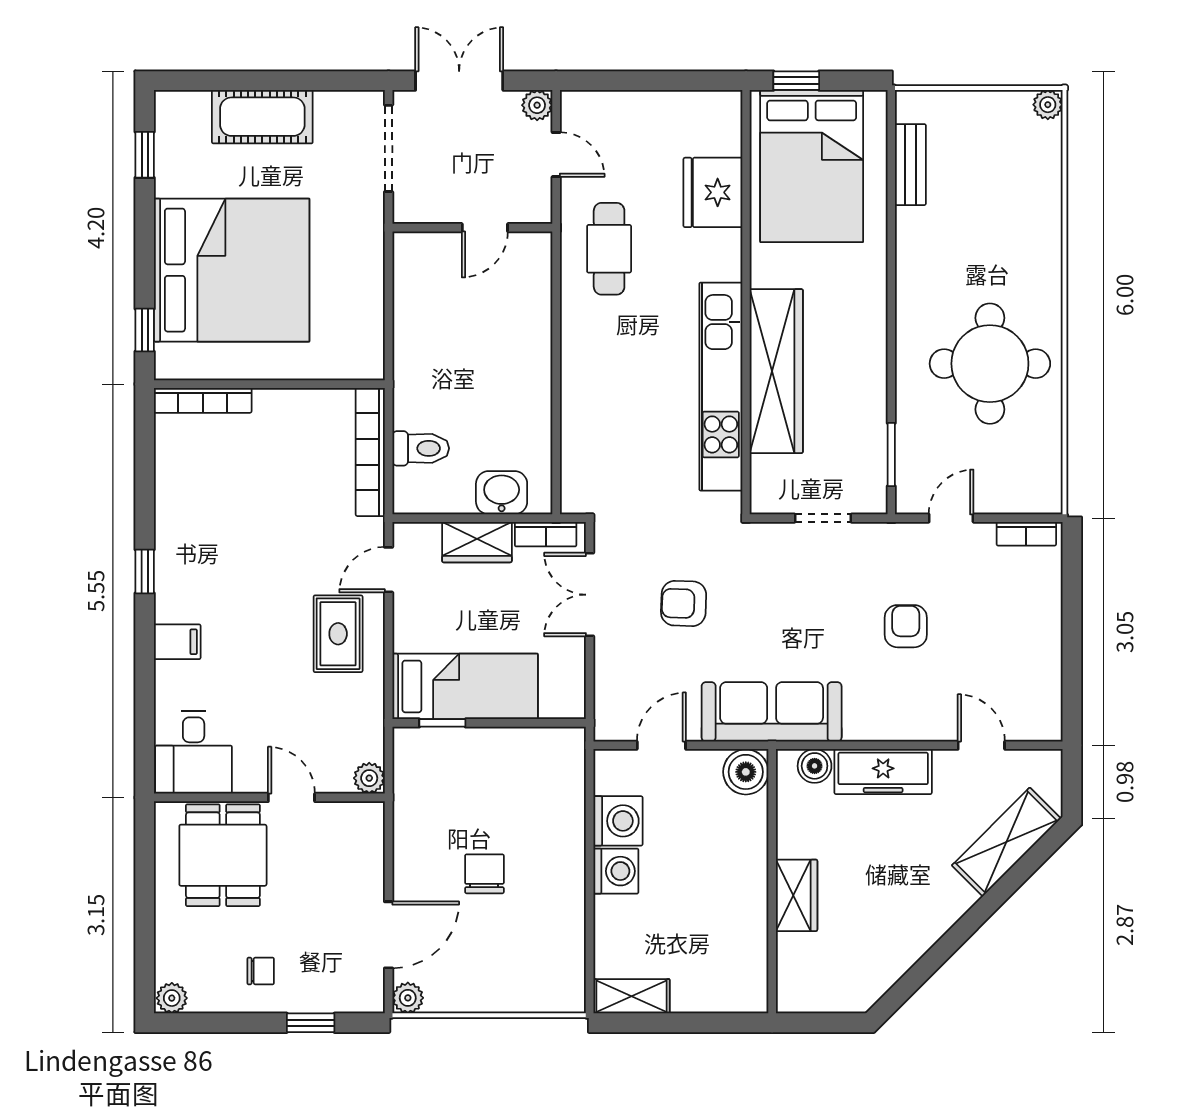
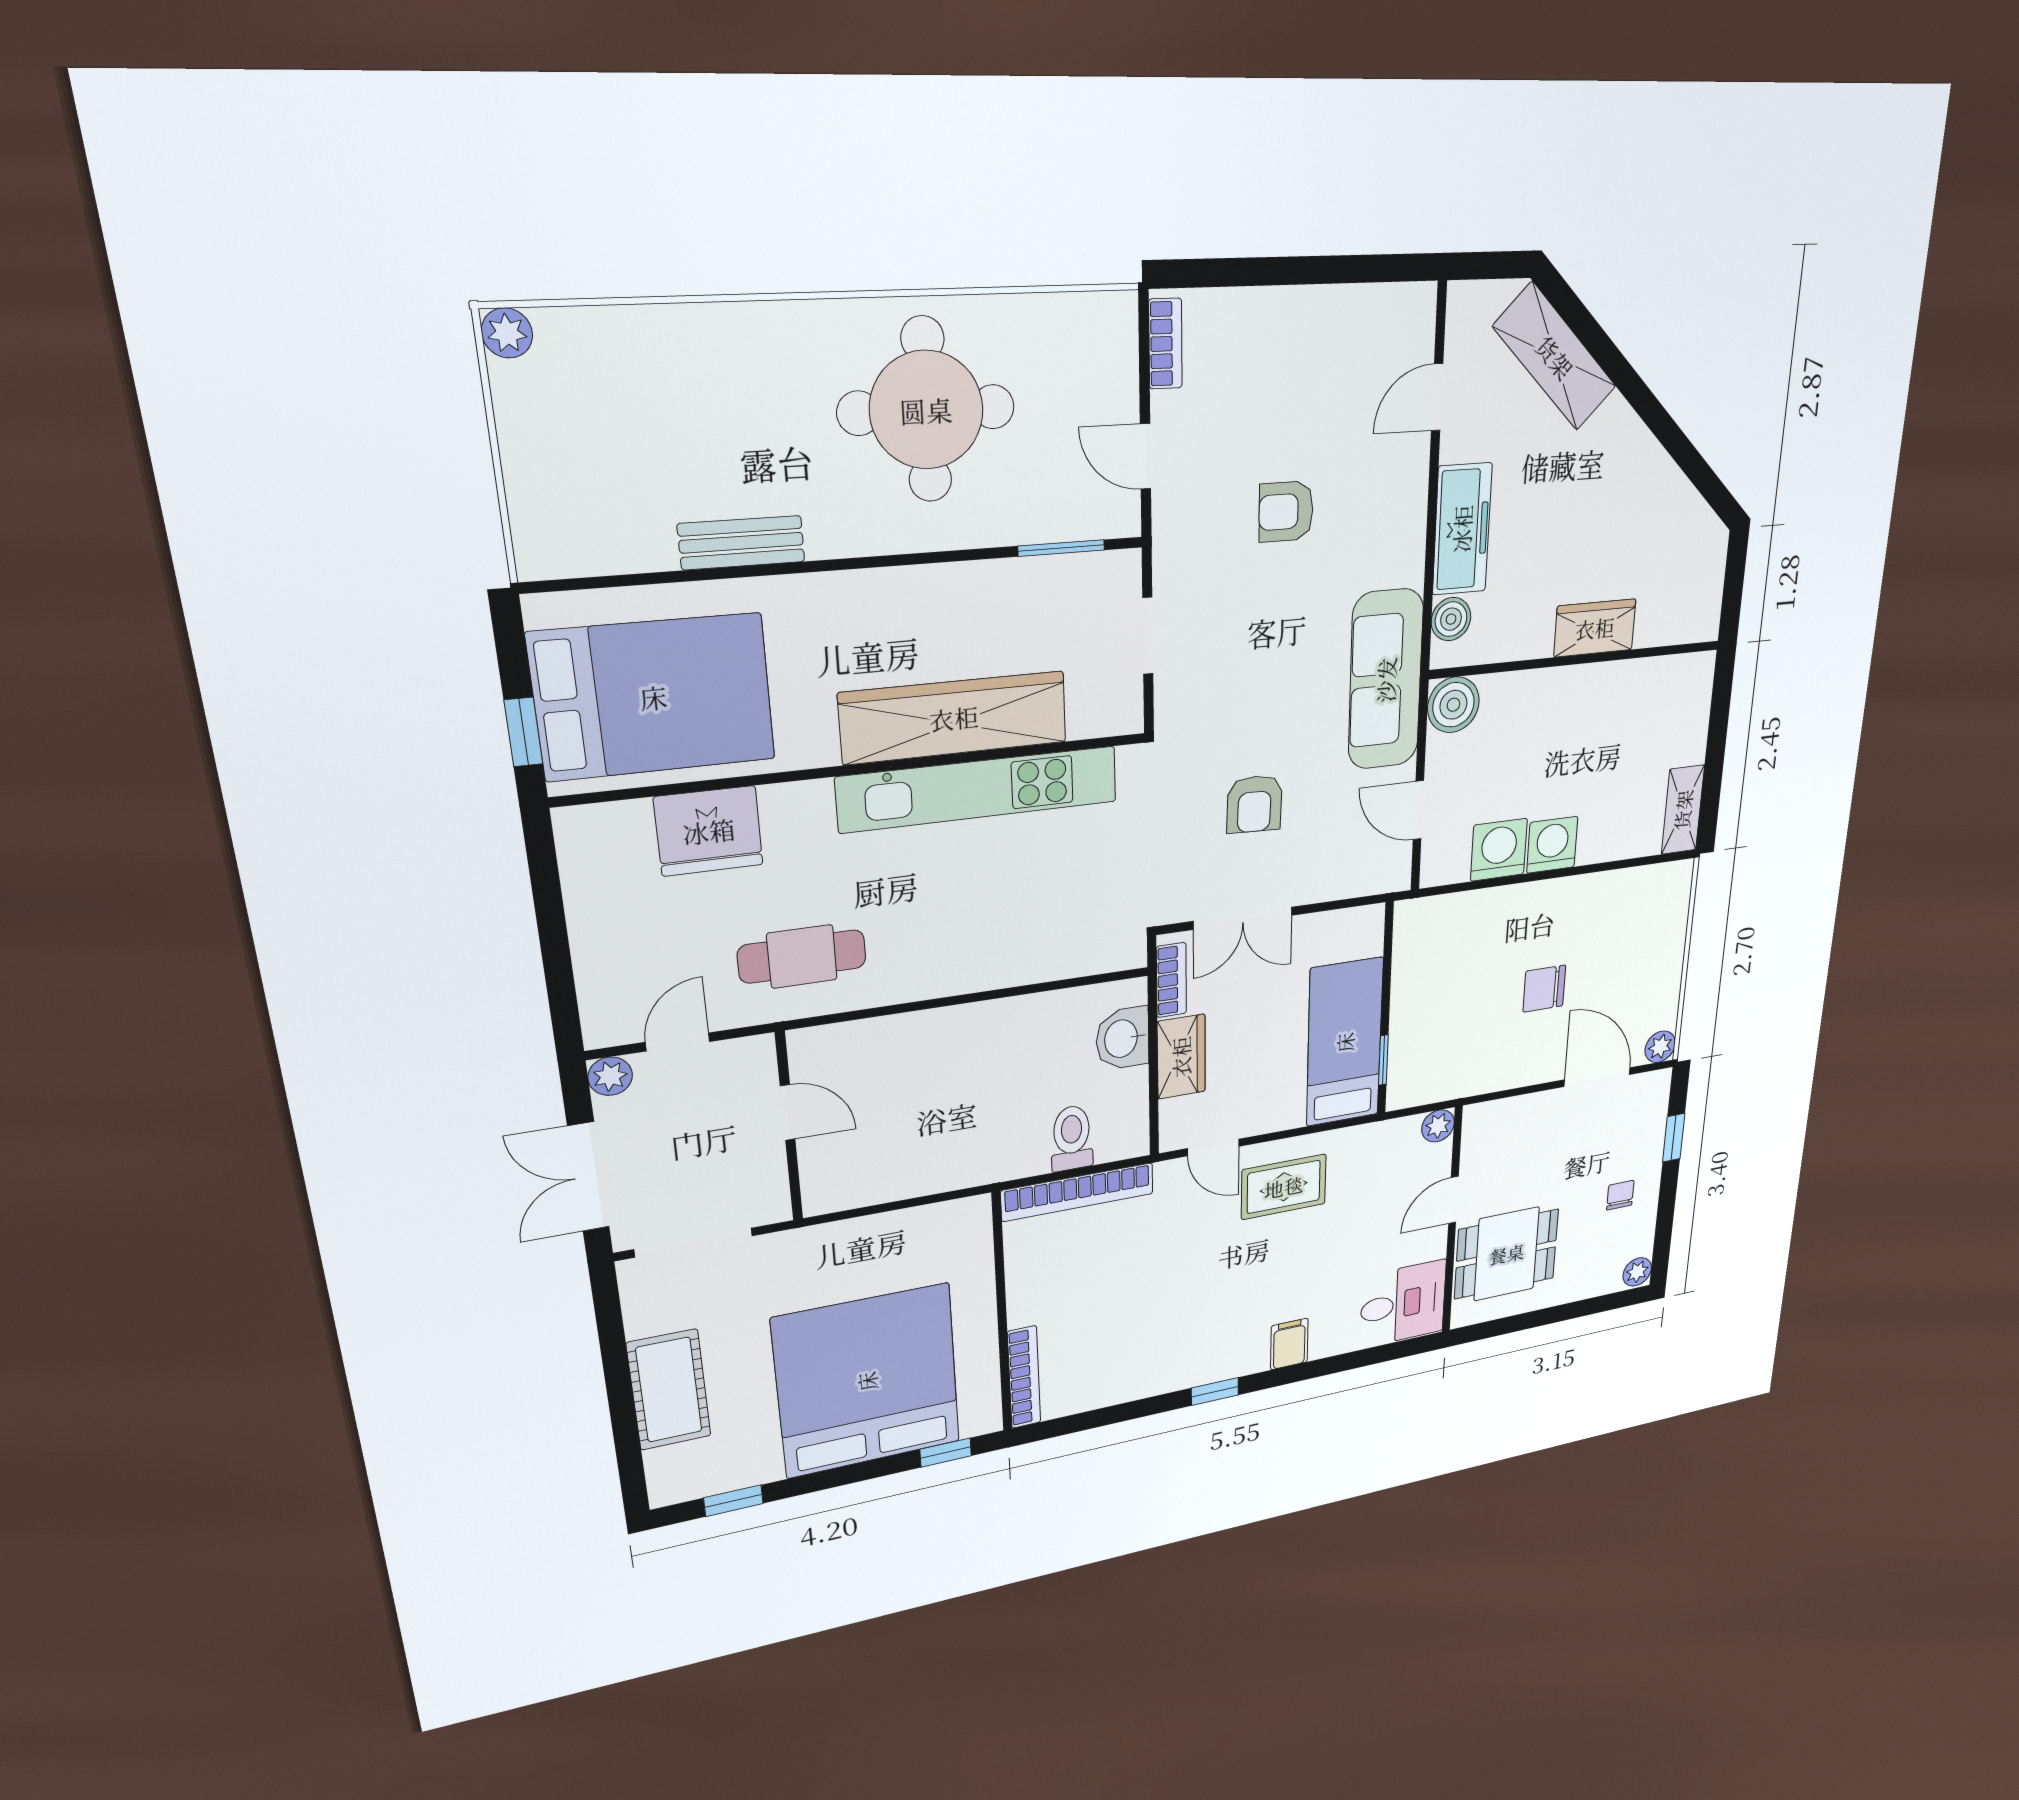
bench: (910, 165) -> (742, 543), moved

